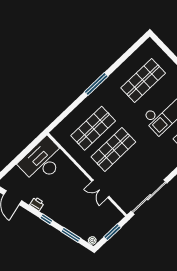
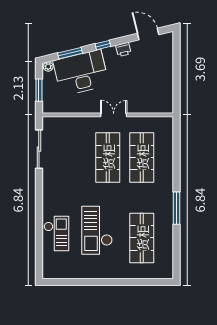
window: (96, 84) -> (177, 208), moved
desk: (43, 161) -> (81, 73), moved, turned -104
double door: (100, 189) -> (114, 115), moved
sliding door: (149, 197) -> (39, 149), width x0.73

